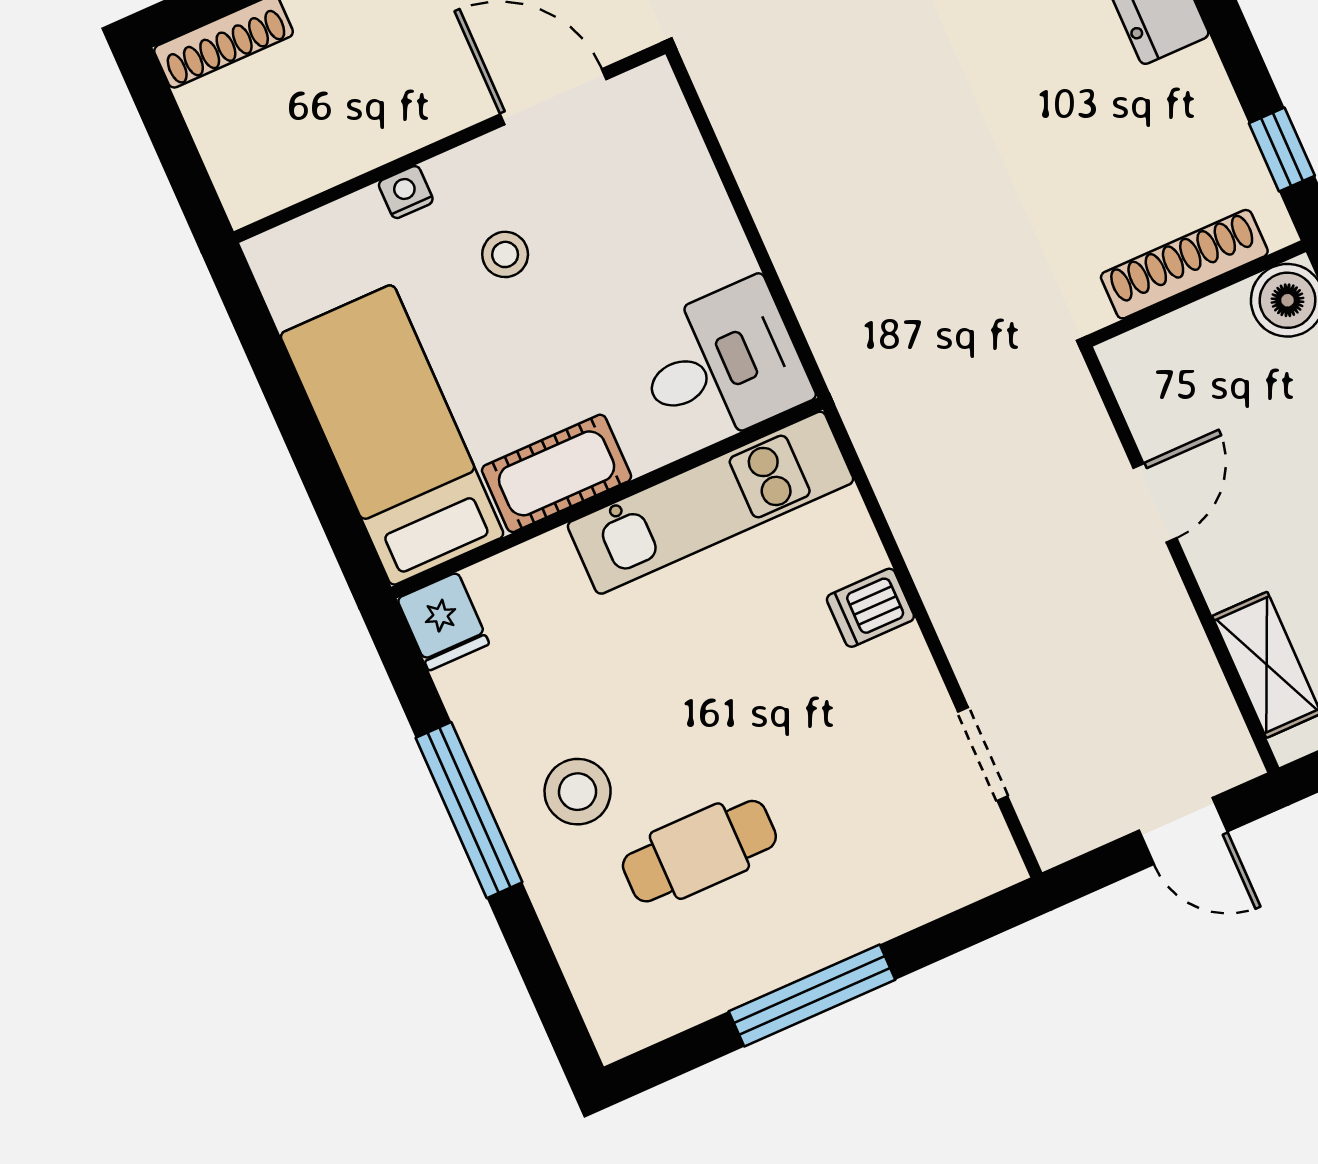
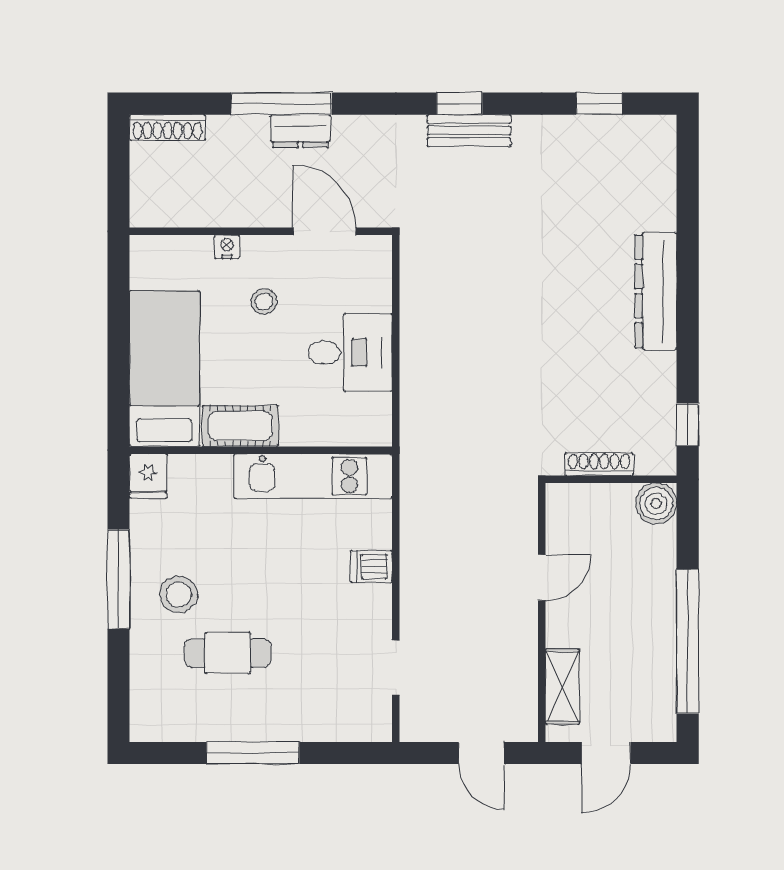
shoe rack: (1184, 264) -> (599, 464), width x0.74, depth x0.81
desk: (721, 365) -> (350, 353), moved

